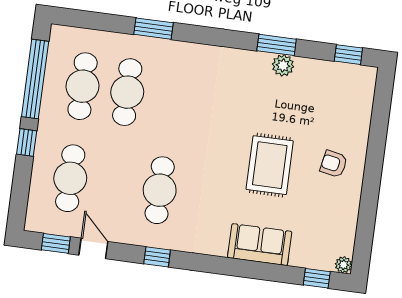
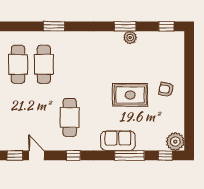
rug: (270, 165) -> (130, 95), turned 90
cafe table: (70, 178) -> (18, 117), removed
sofa: (260, 245) -> (118, 141), moved
plant: (344, 265) -> (175, 142), width x1.88, depth x1.88
window: (255, 270) -> (129, 155), added

